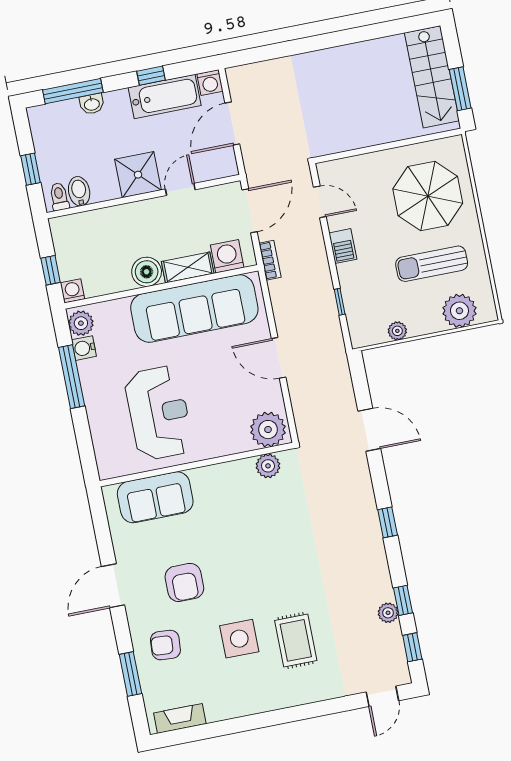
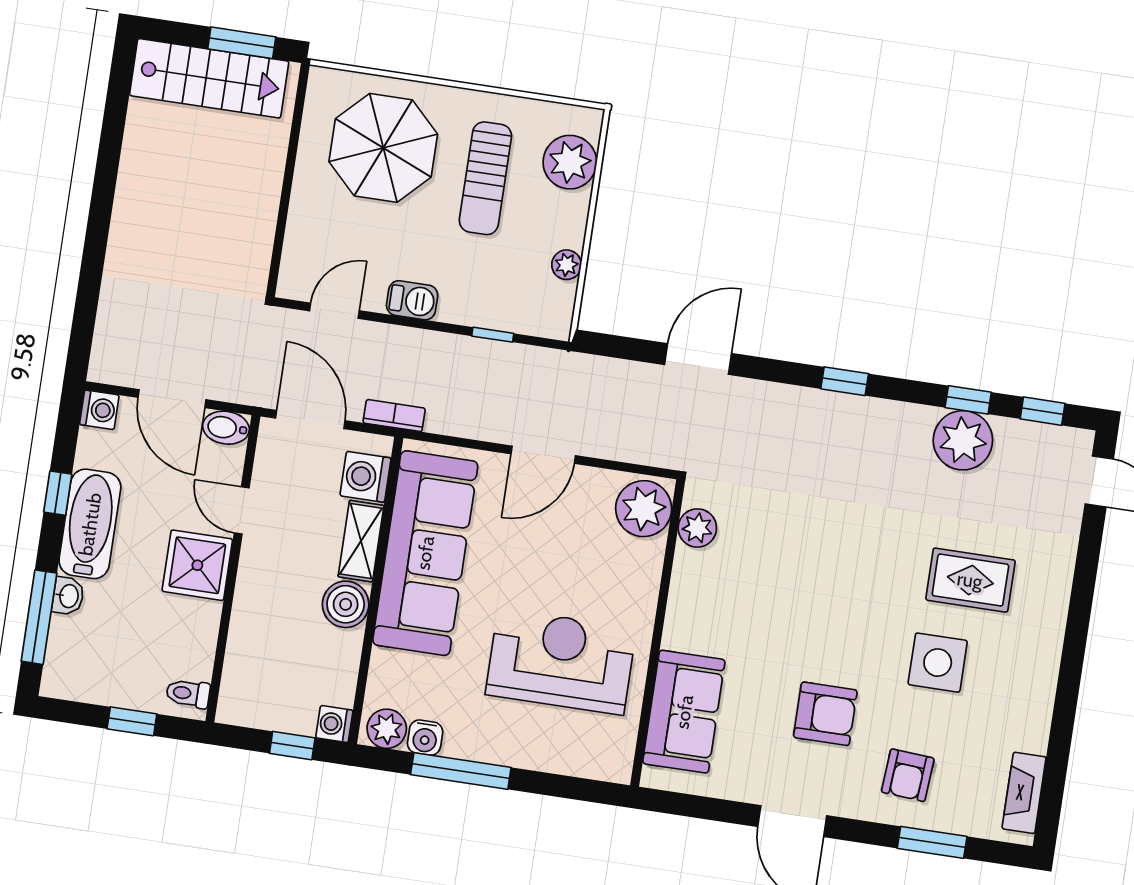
bathtub: (165, 97) -> (90, 524), moved
bidet: (79, 191) -> (226, 428), moved
plant: (388, 613) -> (963, 440), width x1.88, depth x1.88

